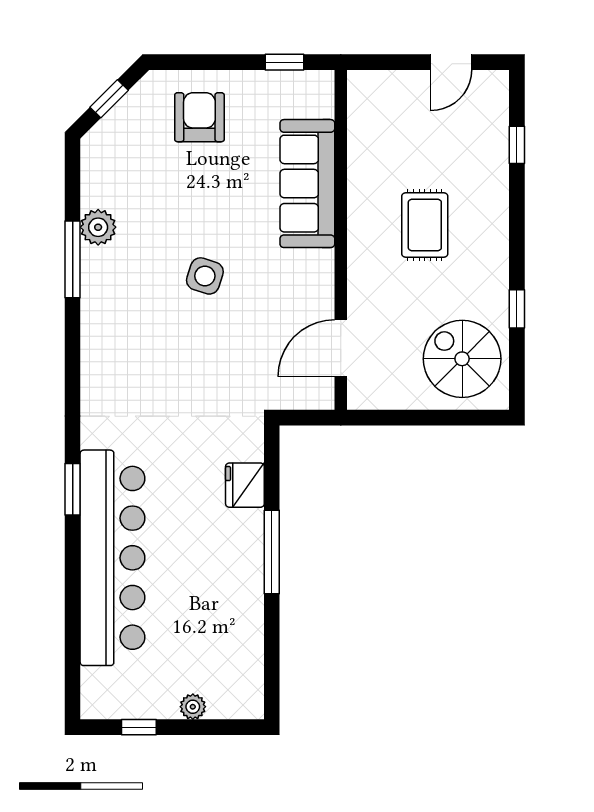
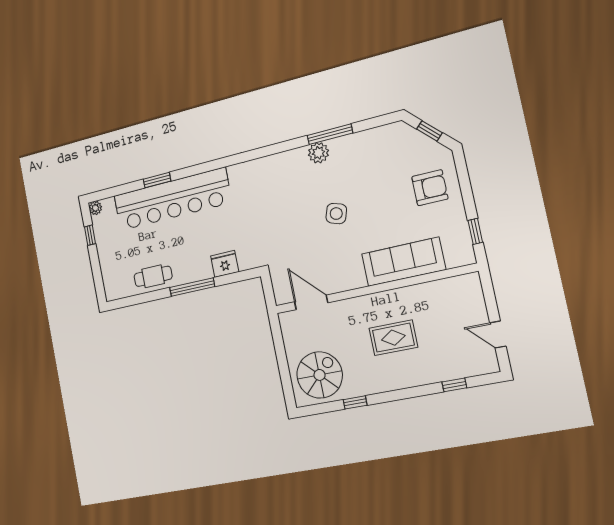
plant: (98, 227) -> (318, 153), moved
window: (73, 489) -> (157, 180), moved
cafe table: (238, 621) -> (153, 276), added
plant: (193, 707) -> (95, 208), moved

